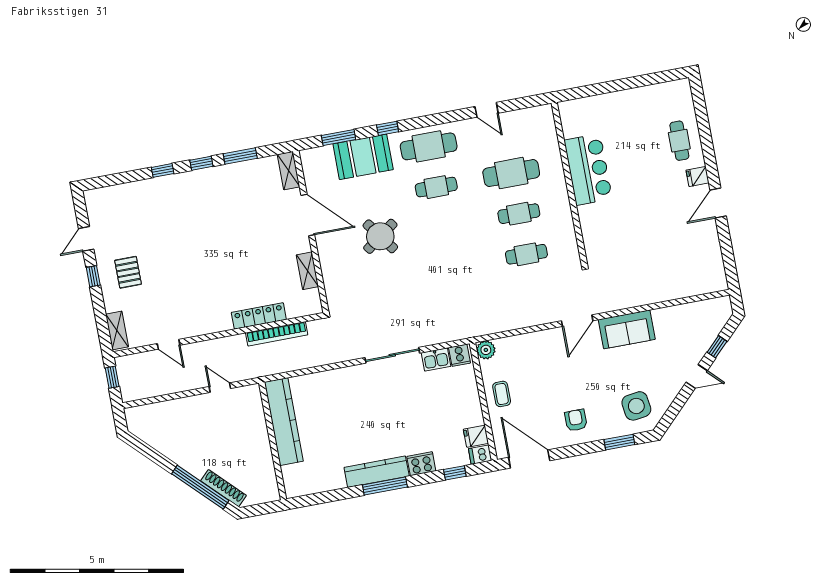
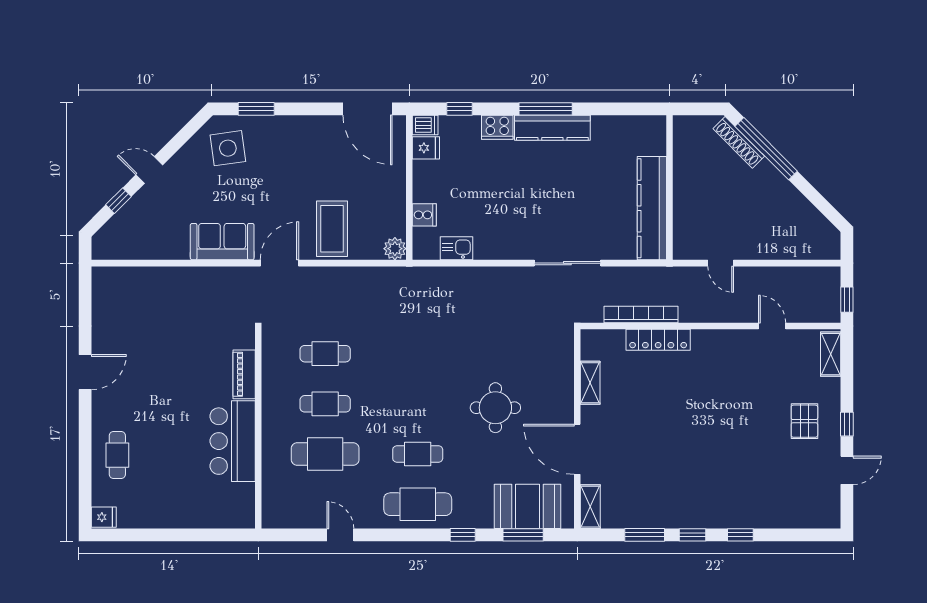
booth: (363, 157) -> (528, 506), moved
fridge: (697, 176) -> (104, 517), moved
piano: (589, 225) -> (244, 374), added
round table: (380, 236) -> (495, 408), turned 36
sliding door: (392, 355) -> (567, 263), moved
cooker: (459, 355) -> (424, 215), moved, turned 90
coffee table: (502, 394) -> (332, 229), moved, width x1.86, depth x1.72
armchair: (576, 420) -> (303, 145), removed

